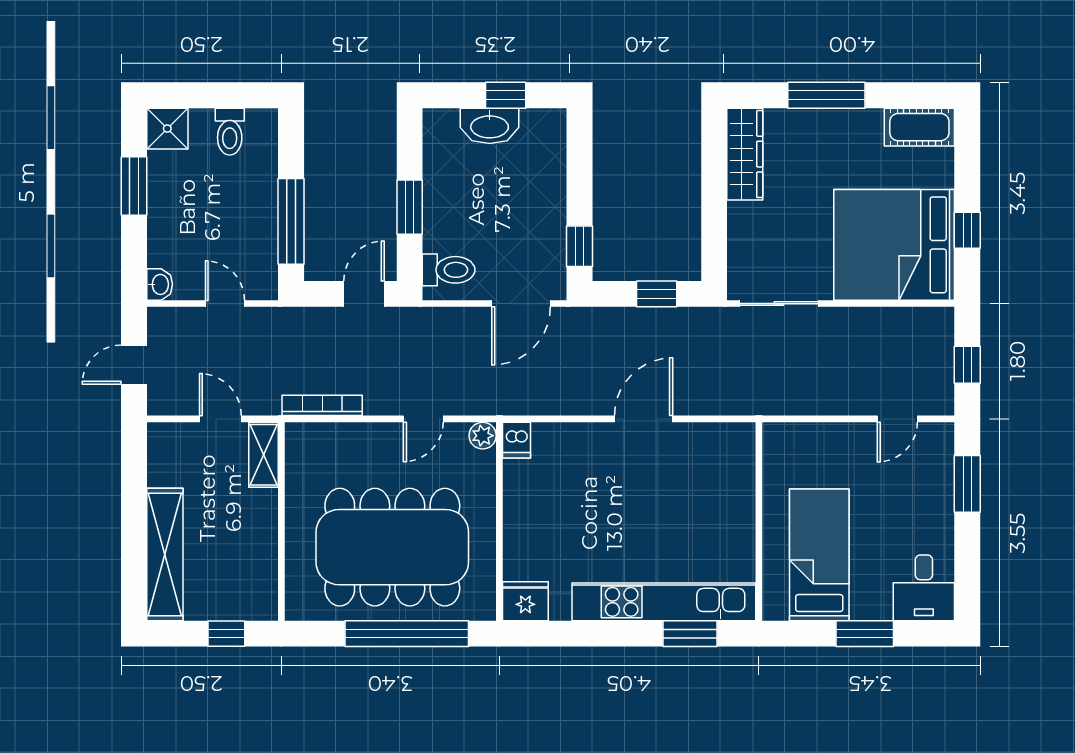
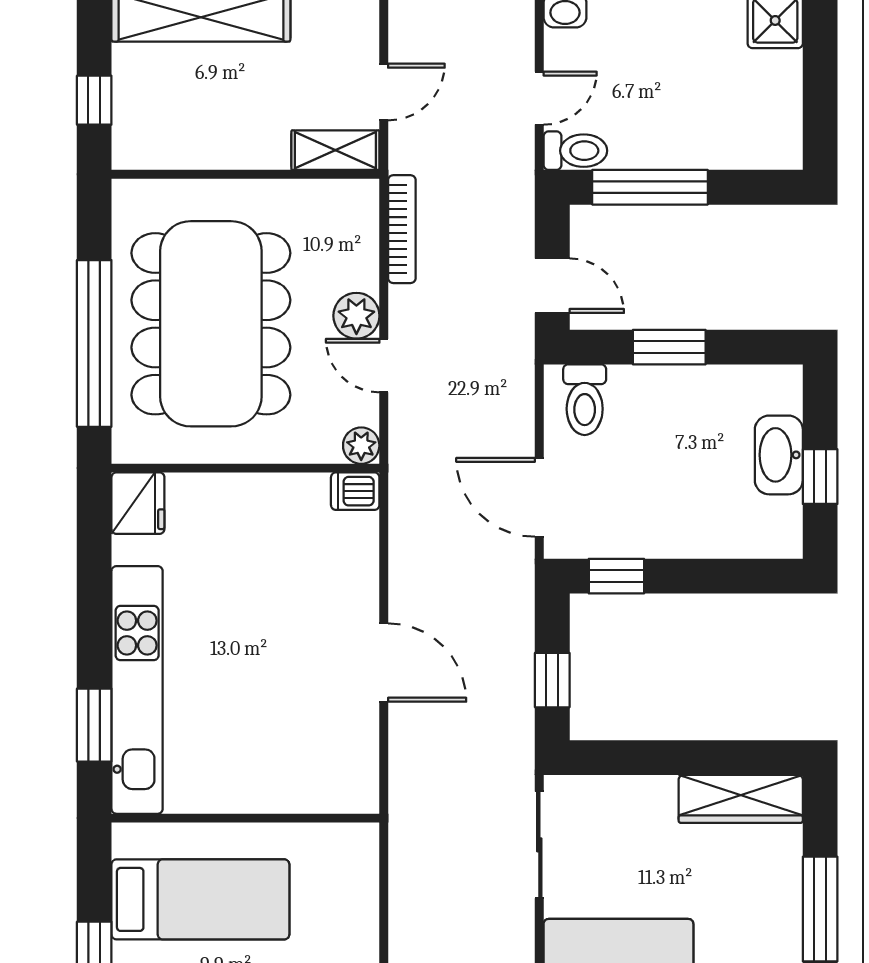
toilet: (230, 132) -> (575, 151), moved, turned 180
plant: (386, 439) -> (356, 316), added

